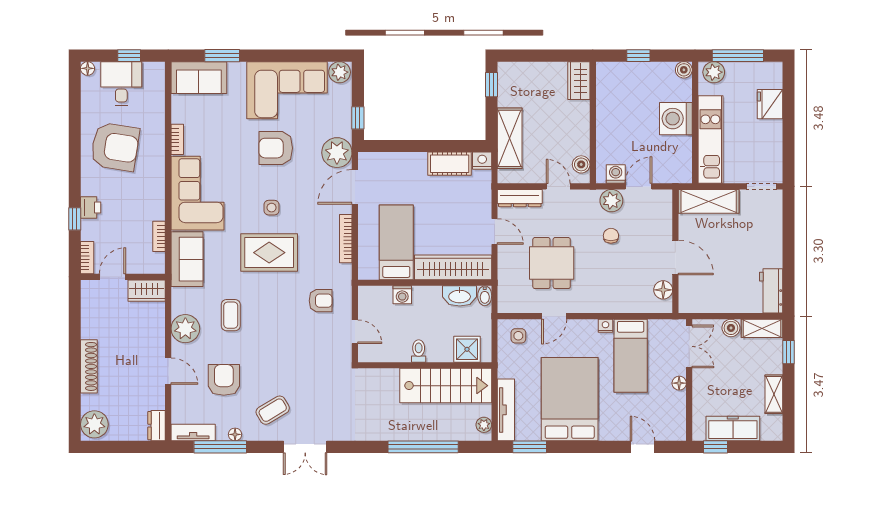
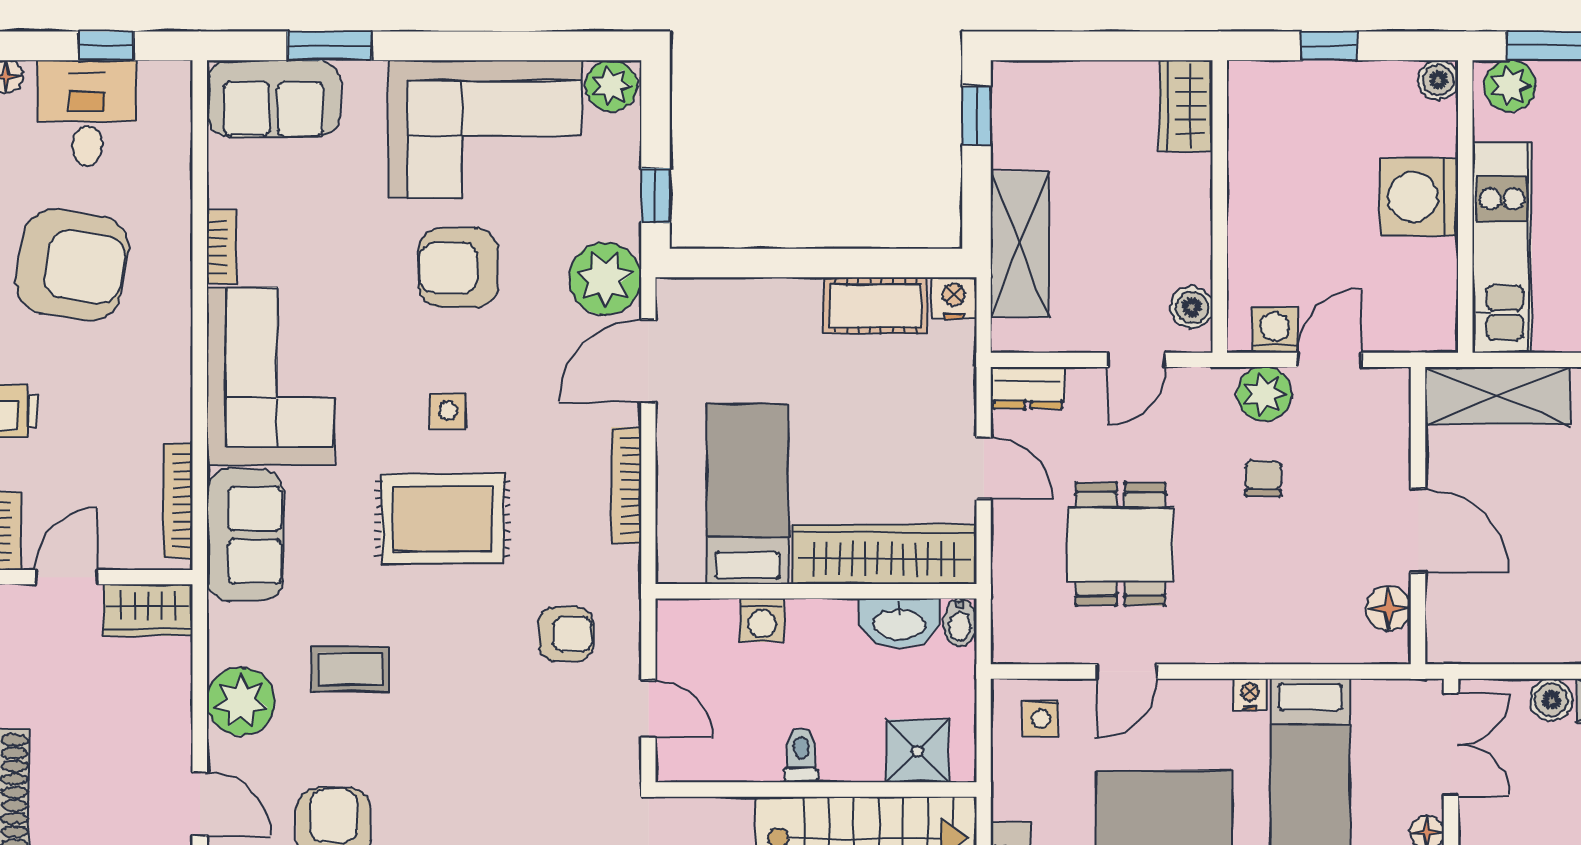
door: (558, 186) -> (1137, 360), swing flipped
dresser: (520, 198) -> (1028, 388), width x0.70
bookcase: (159, 236) -> (178, 501), width x1.56
coffee table: (231, 315) -> (350, 669), turned 90

